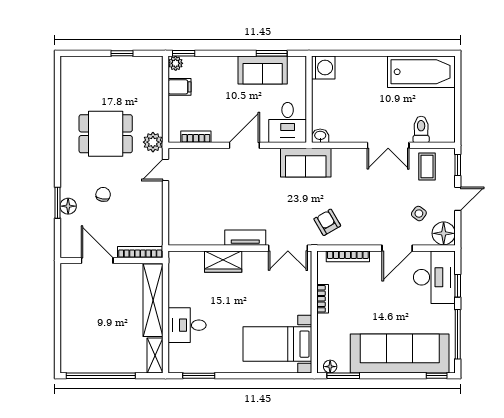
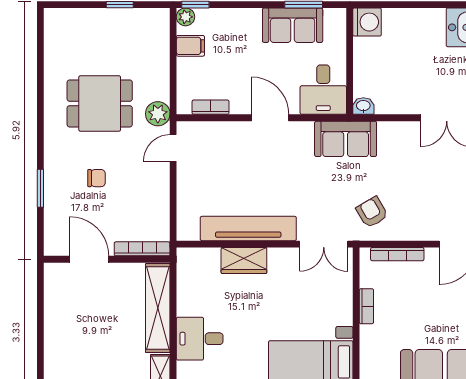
door: (244, 145) -> (270, 118), hinge flipped
chair: (103, 194) -> (96, 178), turned 81
floor lamp: (68, 206) -> (54, 192), removed
tv unit: (245, 238) -> (248, 228), width x1.92, depth x1.29

